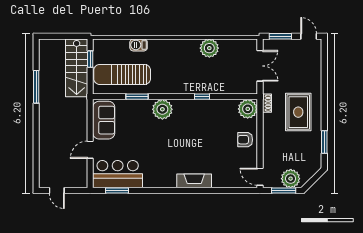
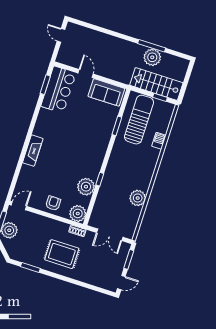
plant: (49, 82) -> (152, 57), added
plant: (162, 109) -> (86, 187), moved
door: (57, 191) -> (61, 35), hinge flipped

